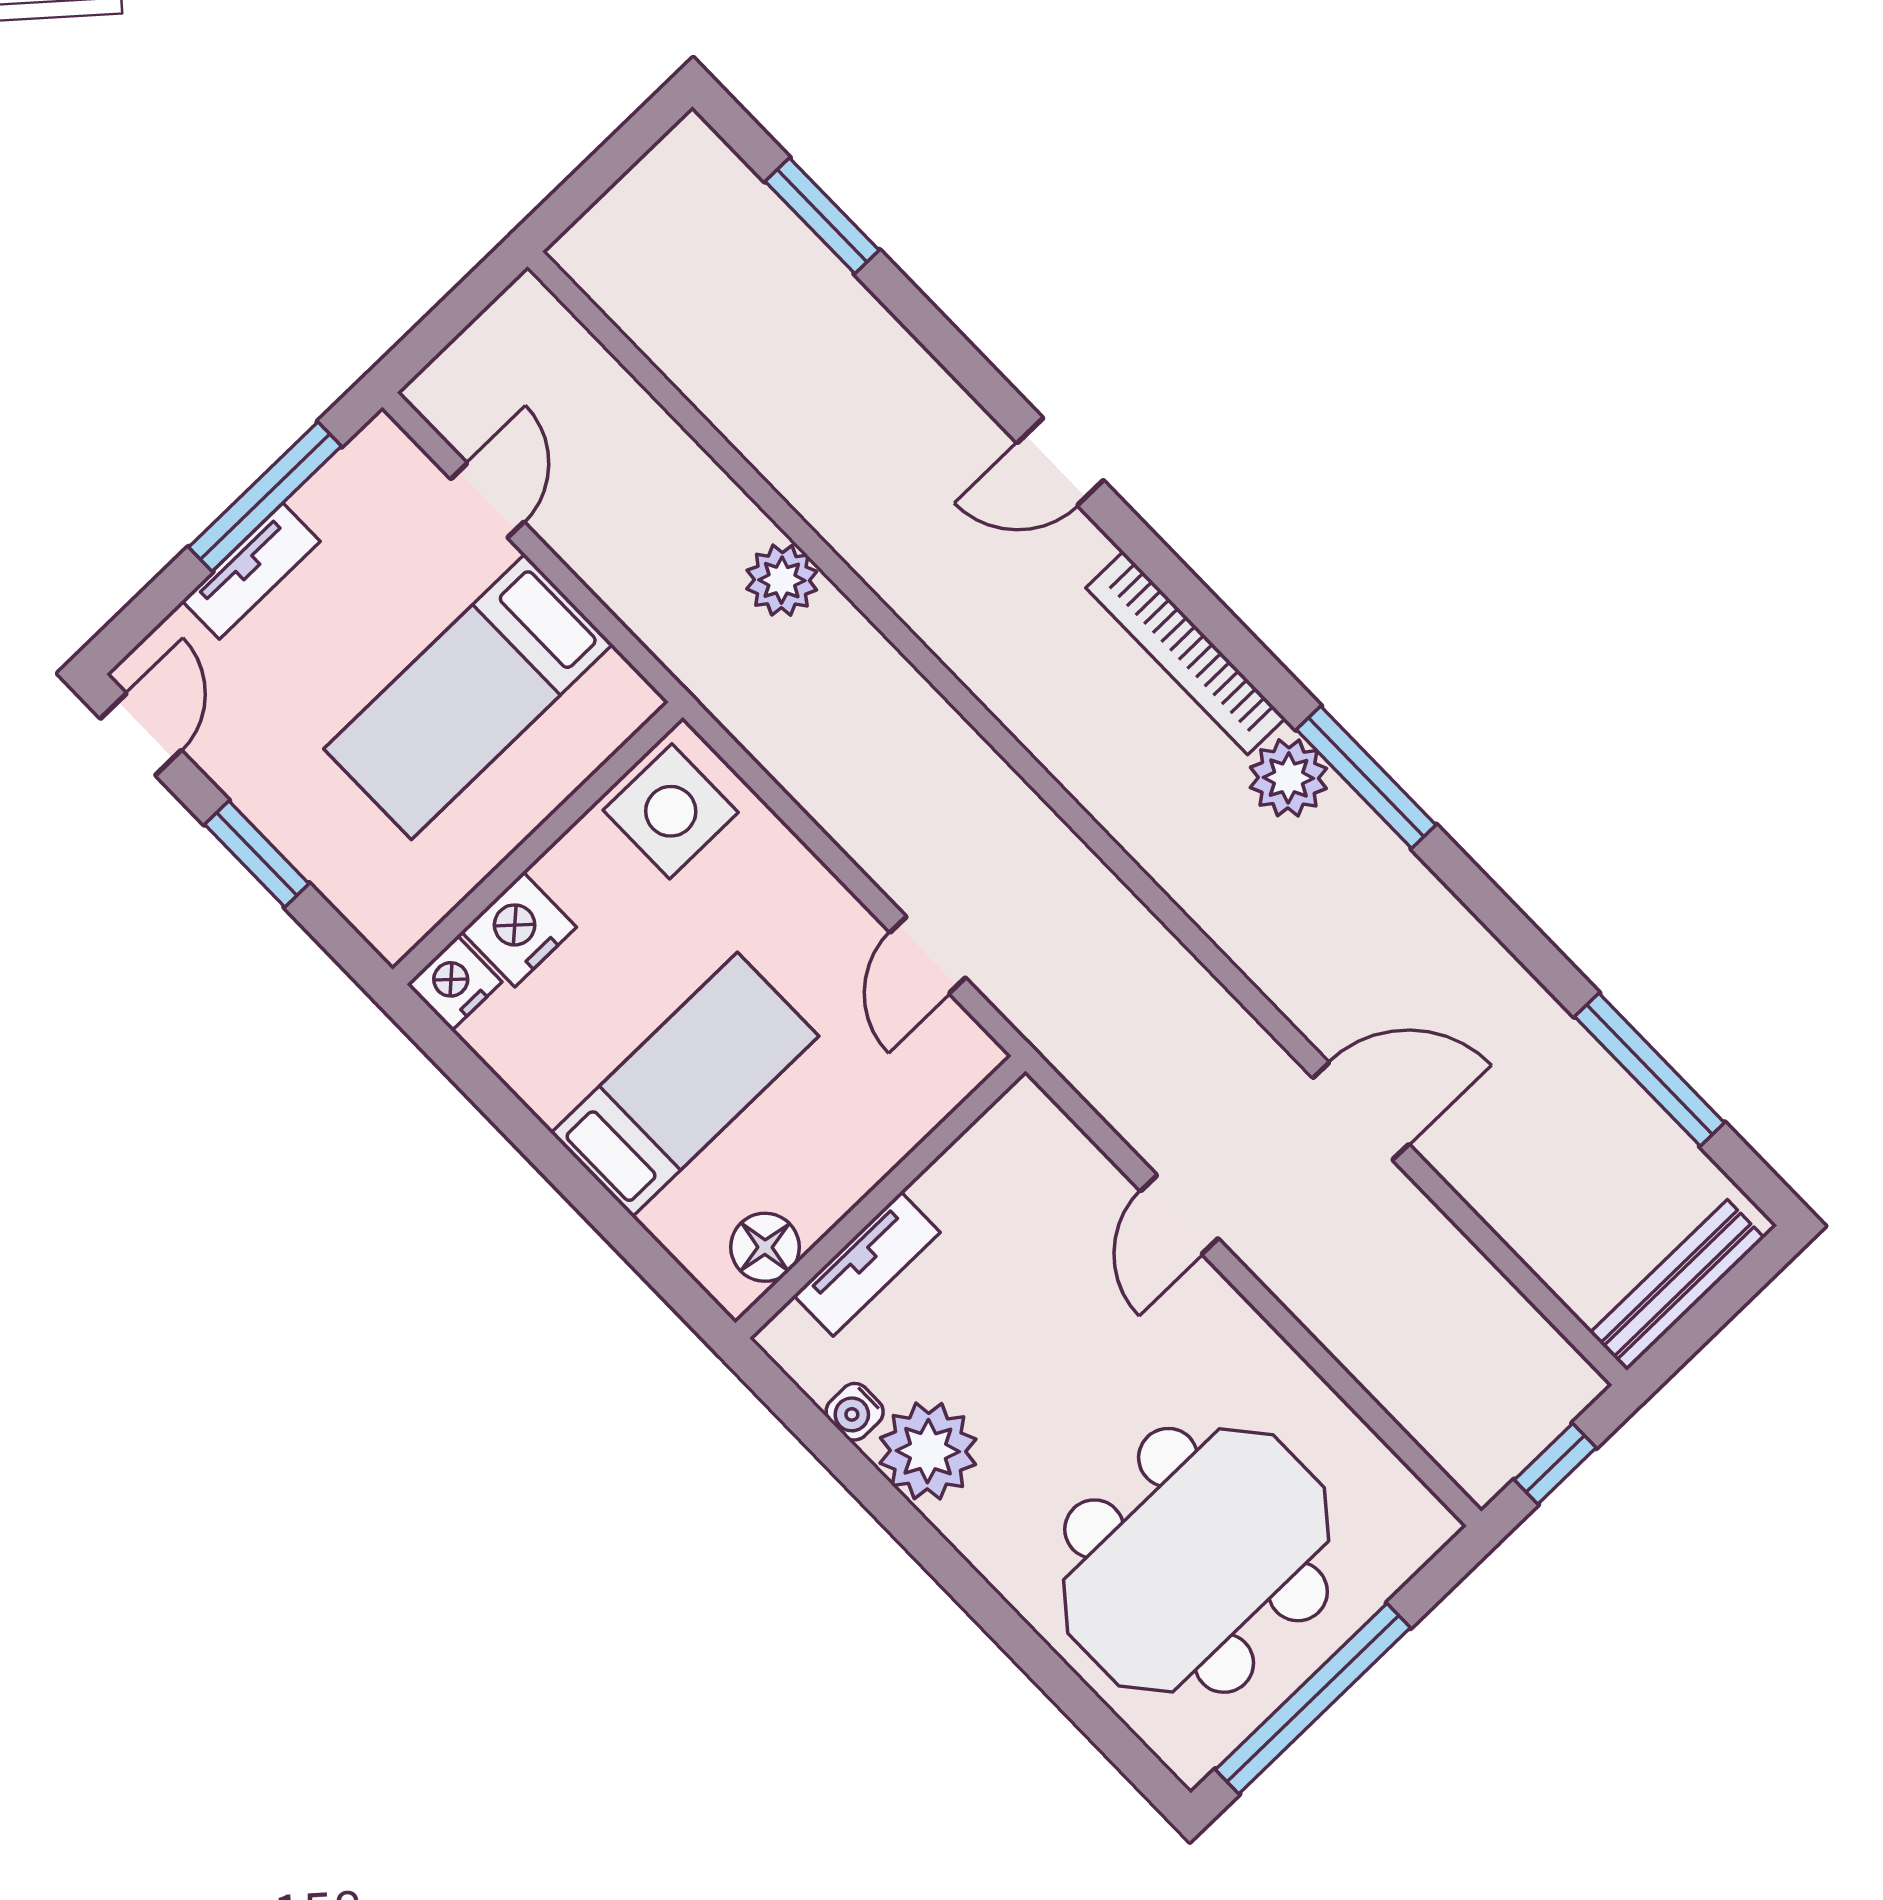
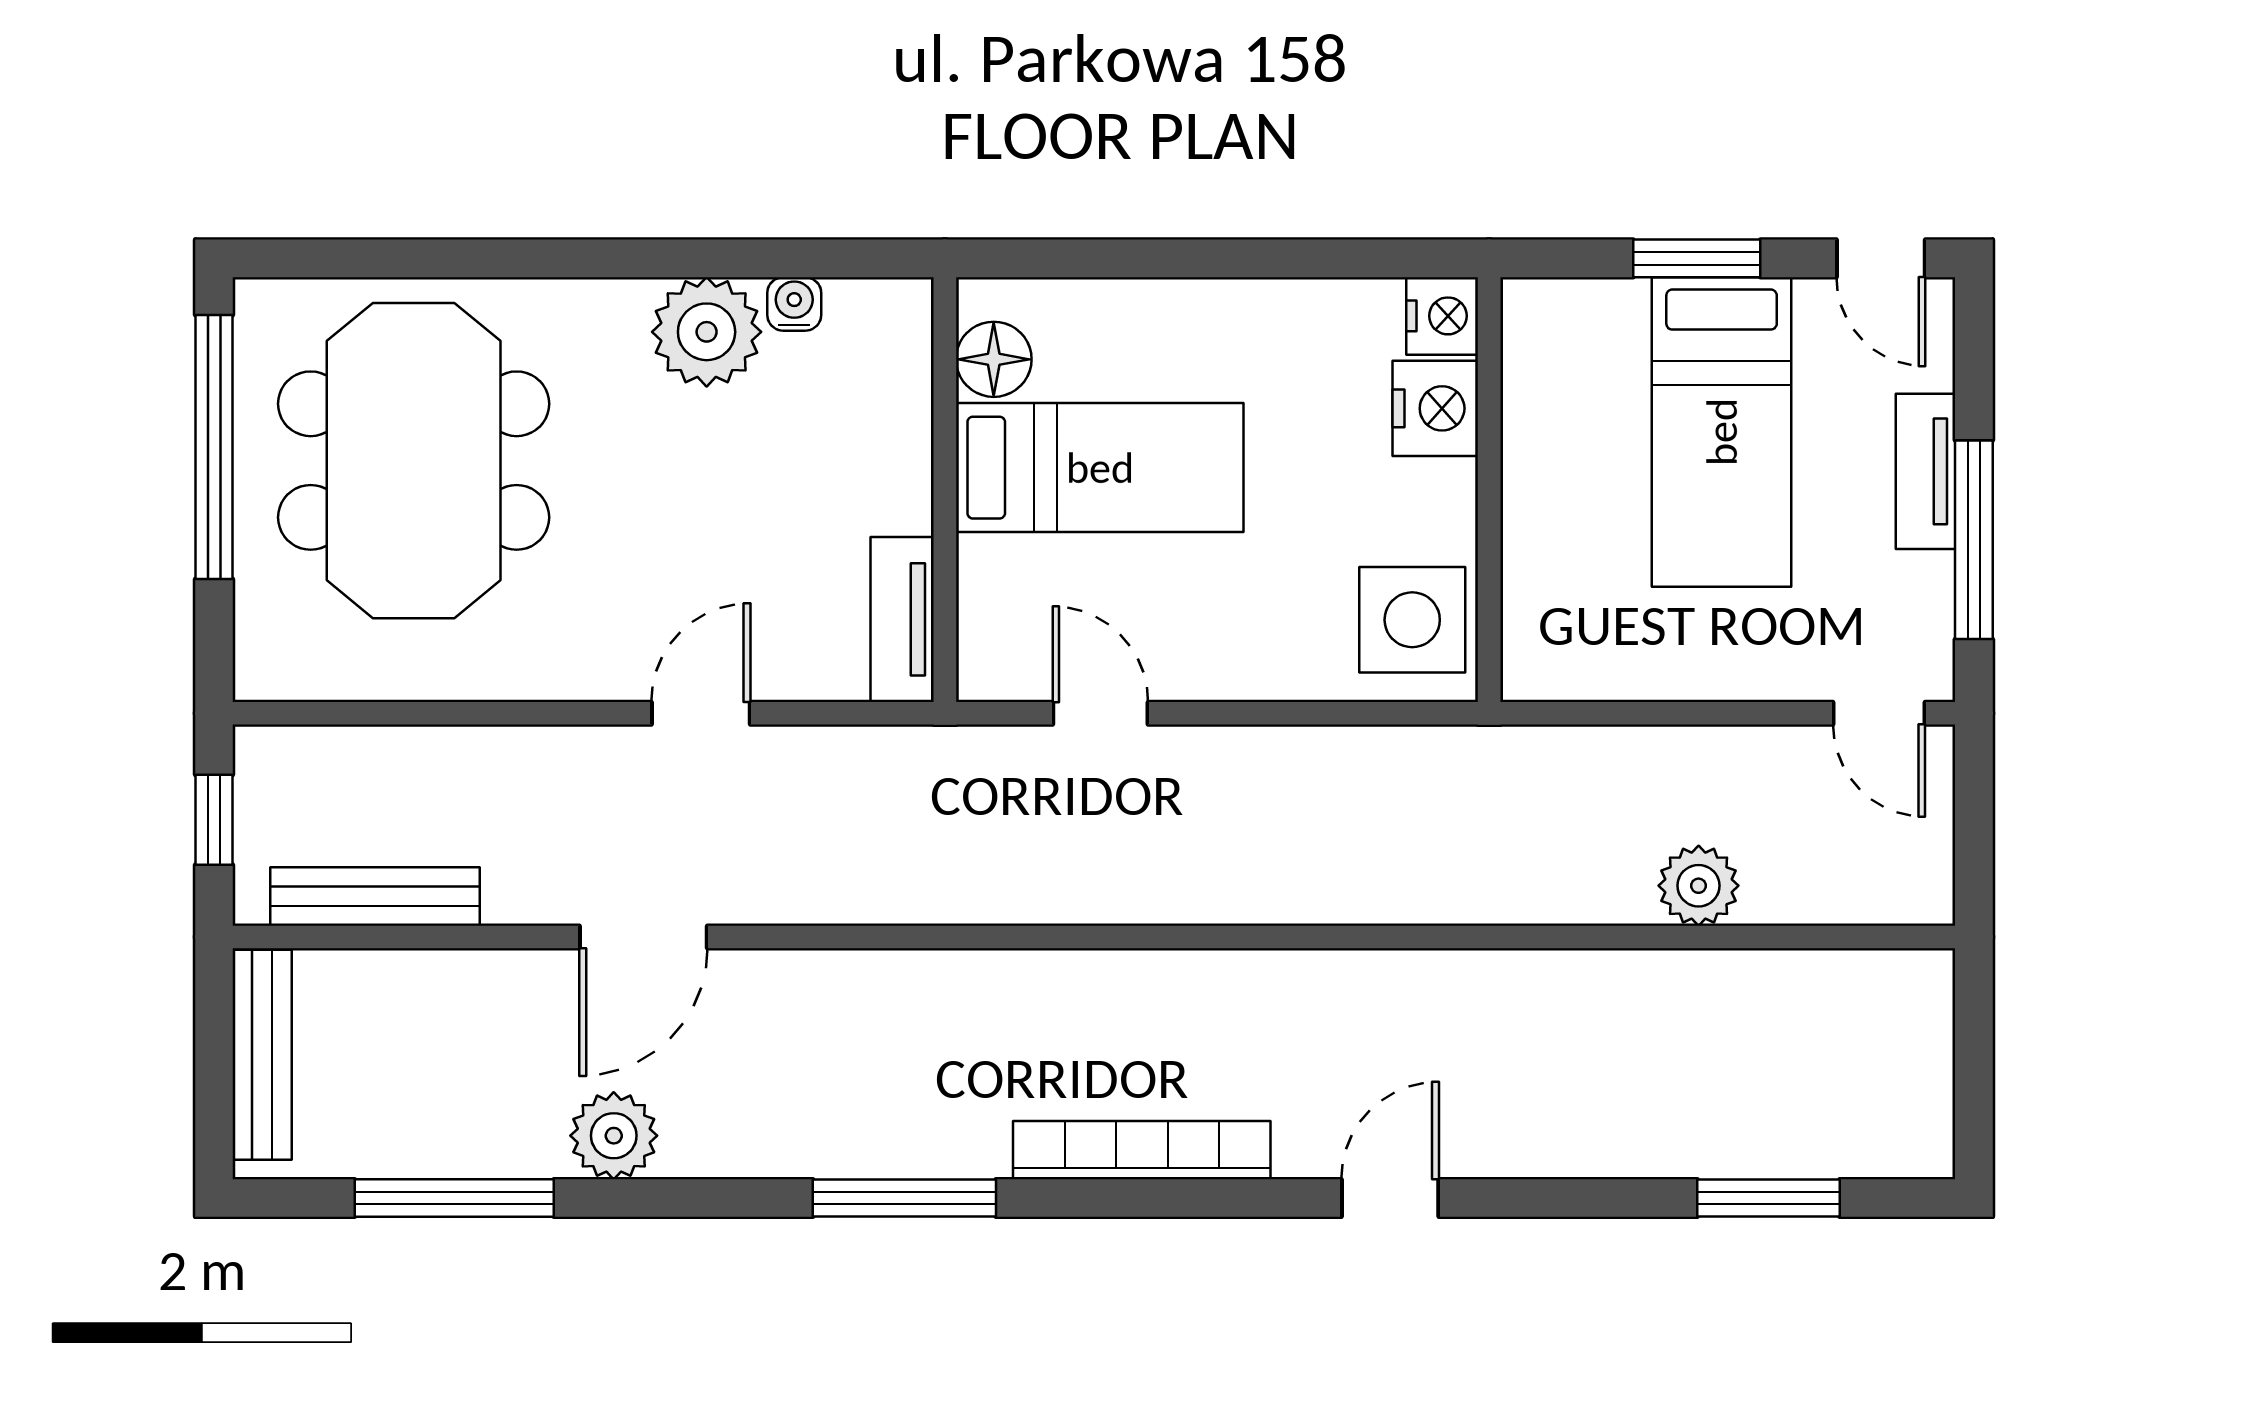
door: (487, 500) -> (1879, 713), moved
plant: (782, 580) -> (1699, 886), moved
bed: (468, 697) -> (1722, 432), moved, turned 180
plant: (1288, 778) -> (614, 1136), moved
bed: (685, 1085) -> (1100, 468), moved, turned -90
door: (1179, 1215) -> (701, 713), hinge flipped
tv unit: (867, 1264) -> (902, 619), moved
bench: (1504, 1311) -> (375, 896), added

